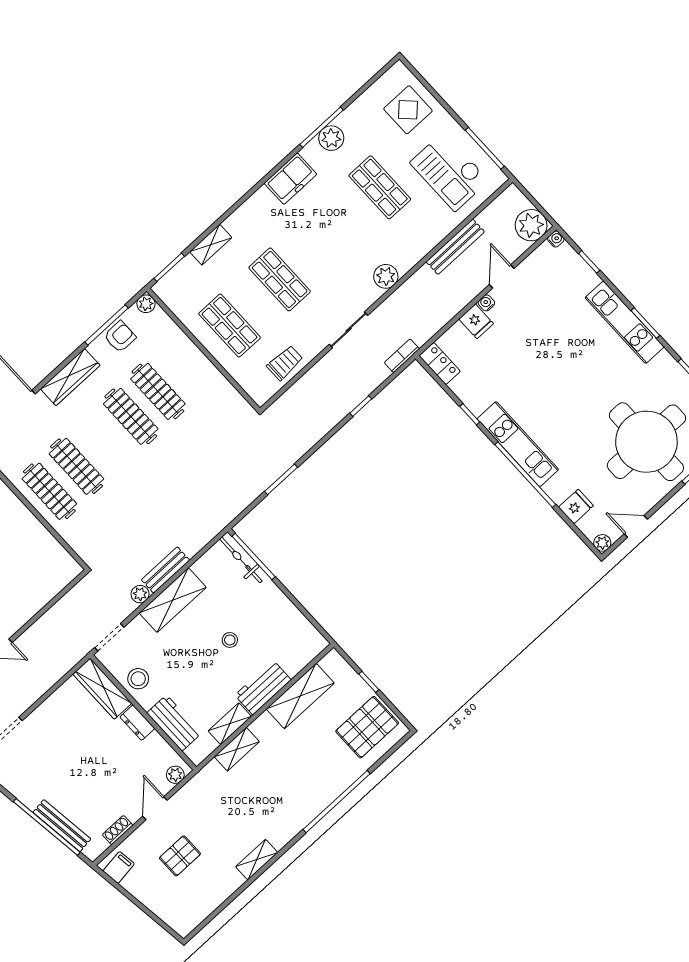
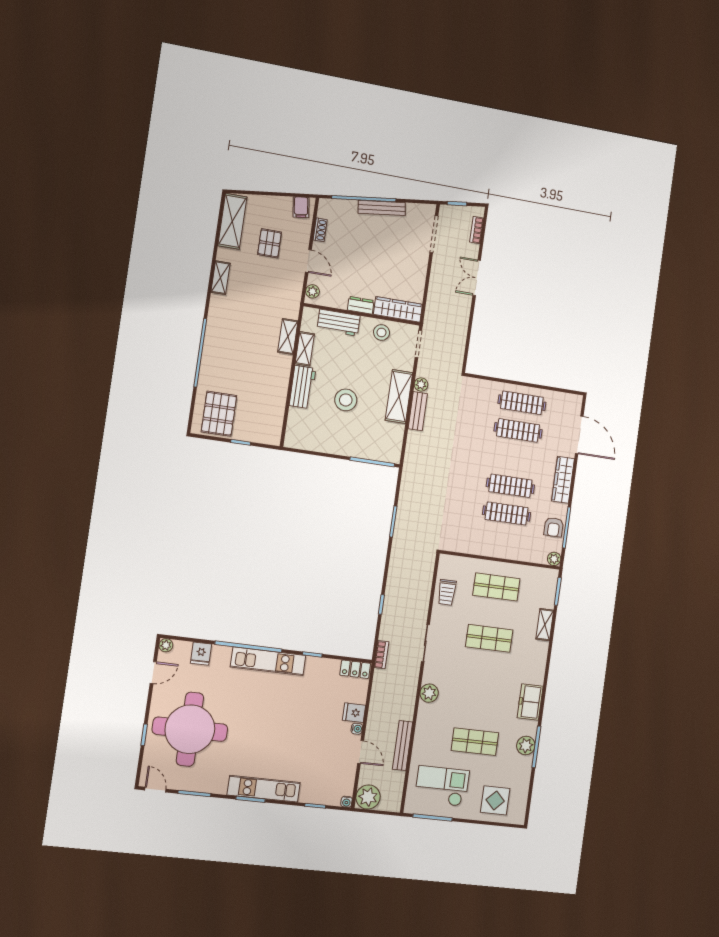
bicycle: (241, 560) -> (378, 454), removed
stool: (230, 640) -> (346, 400), width x1.89, depth x1.89
shelving: (300, 696) -> (232, 221), moved
bench: (62, 826) -> (382, 208), moved

